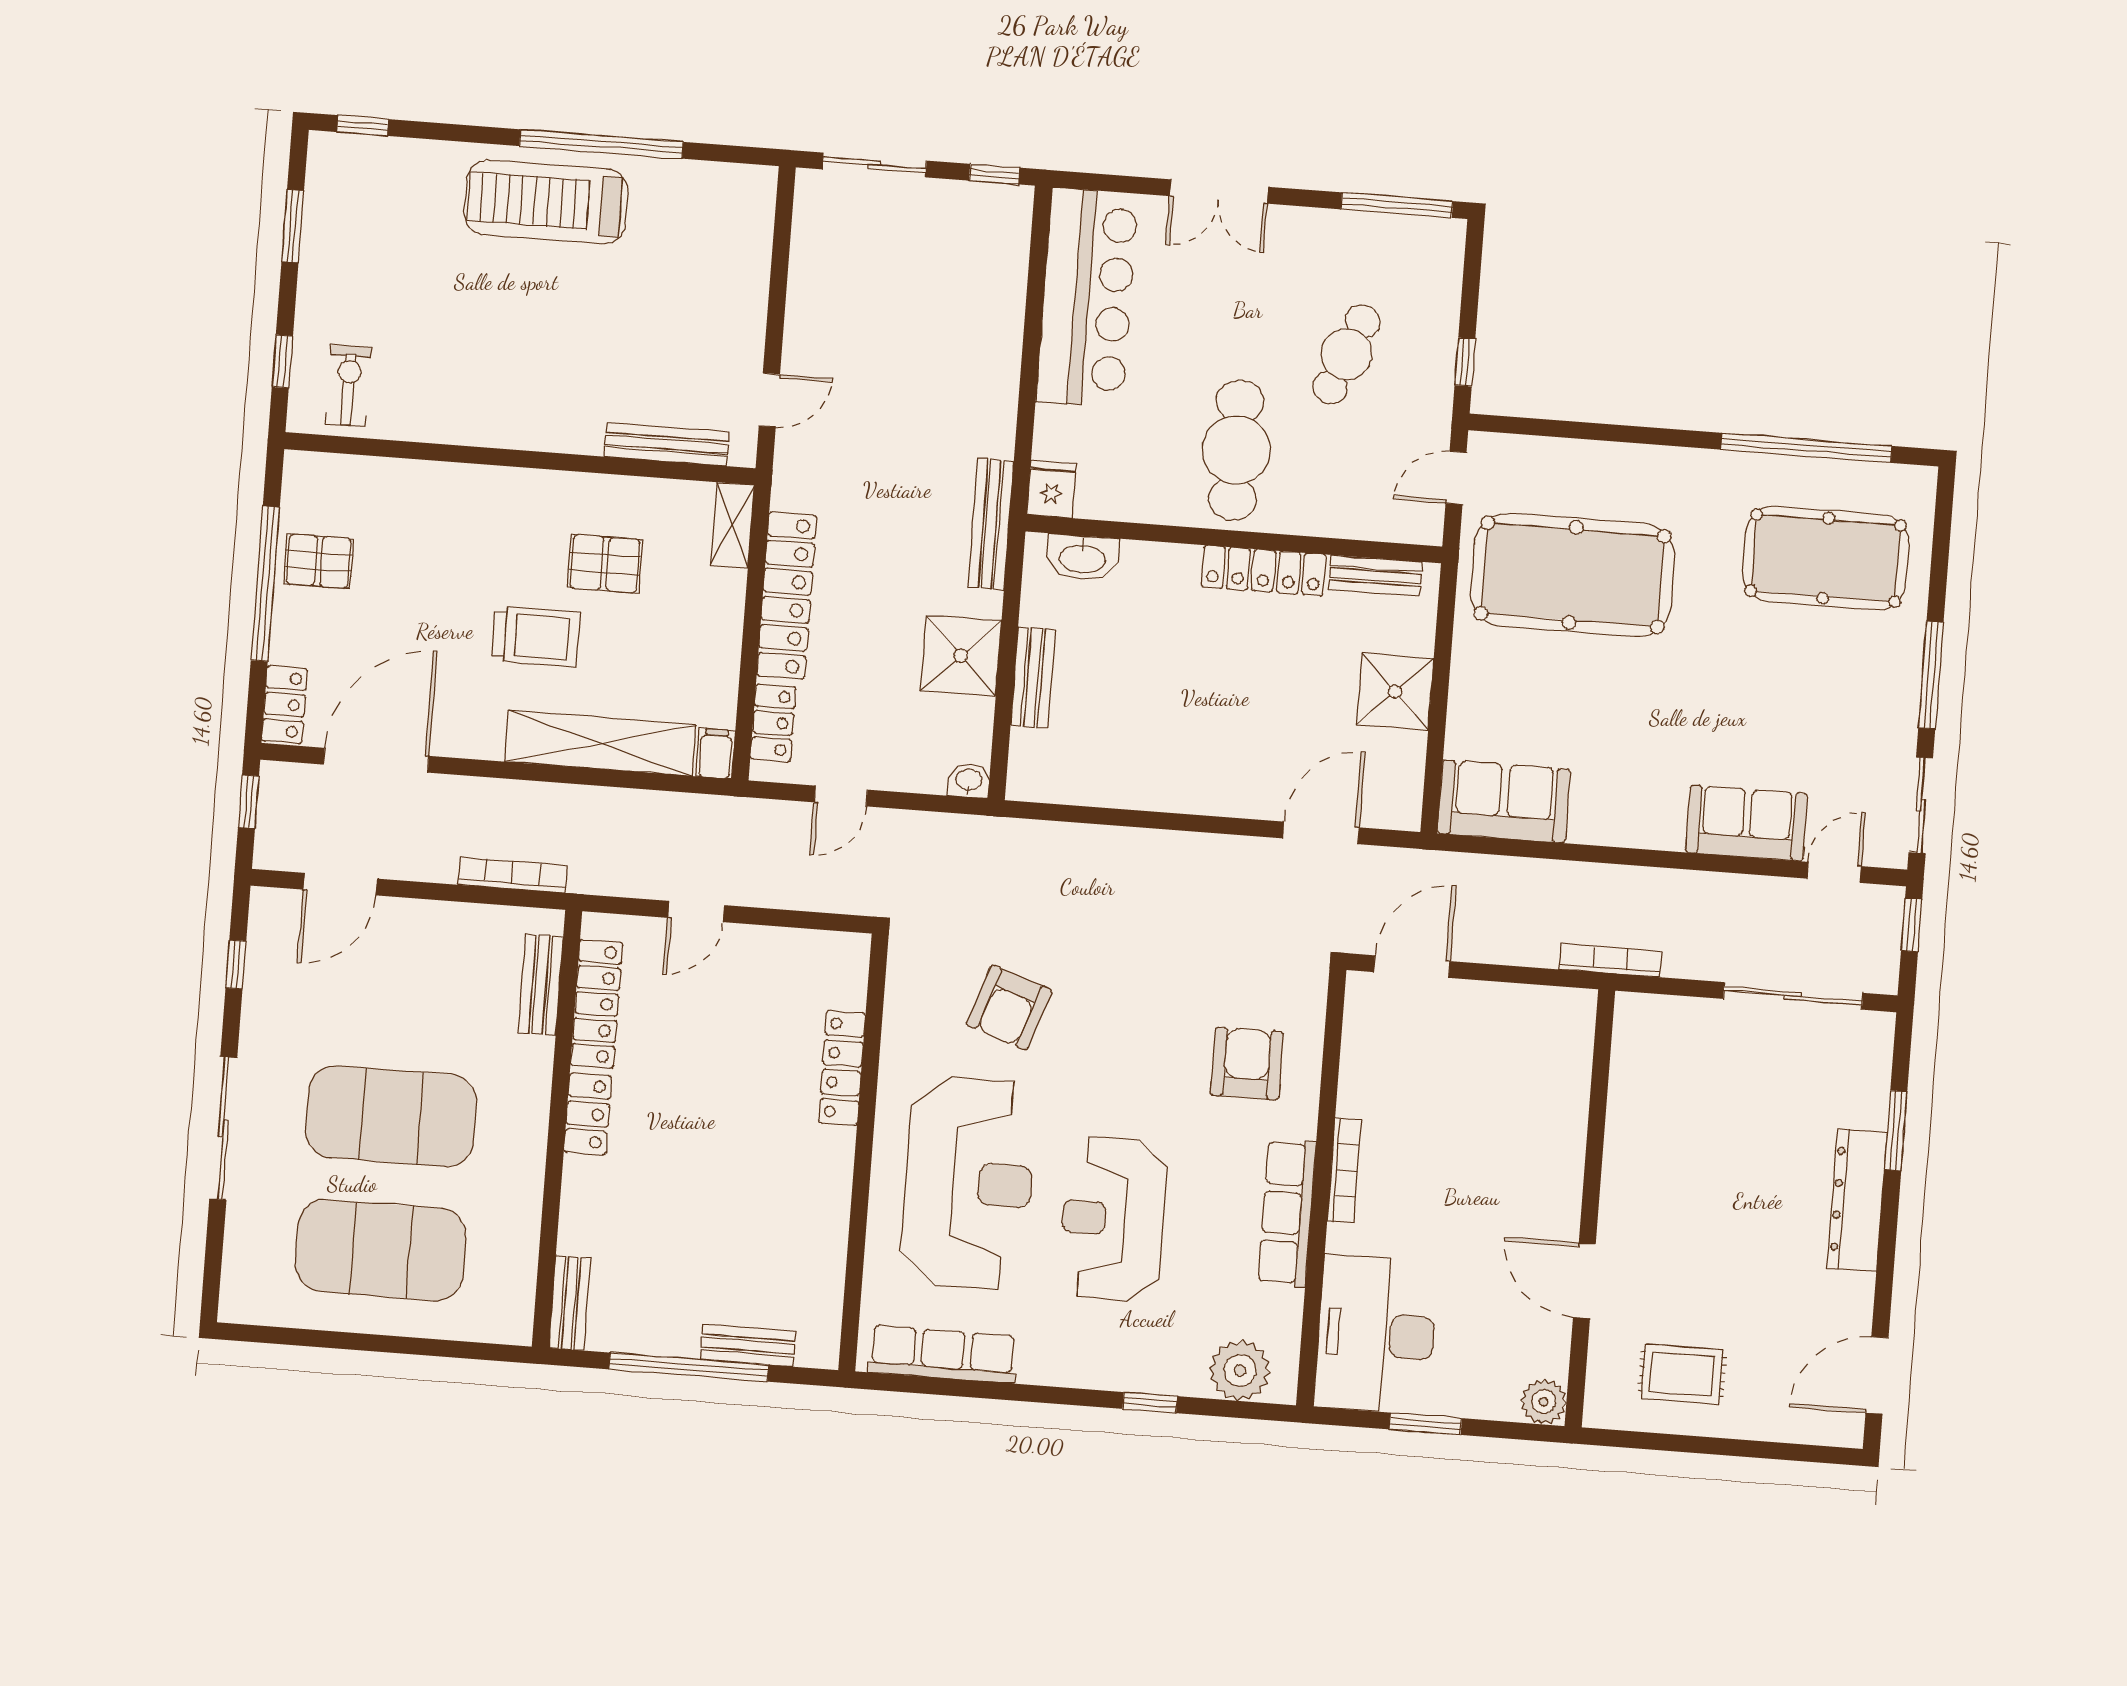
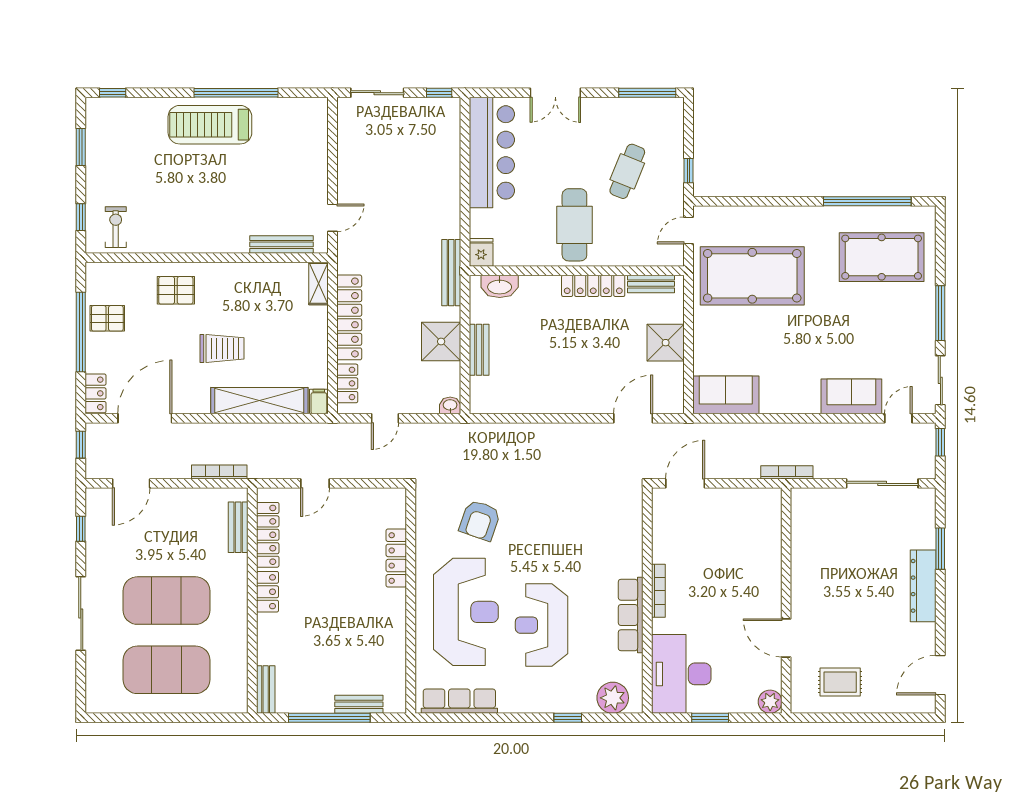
pallet: (605, 564) -> (176, 290), moved
armchair: (1247, 1064) -> (604, 540), removed

